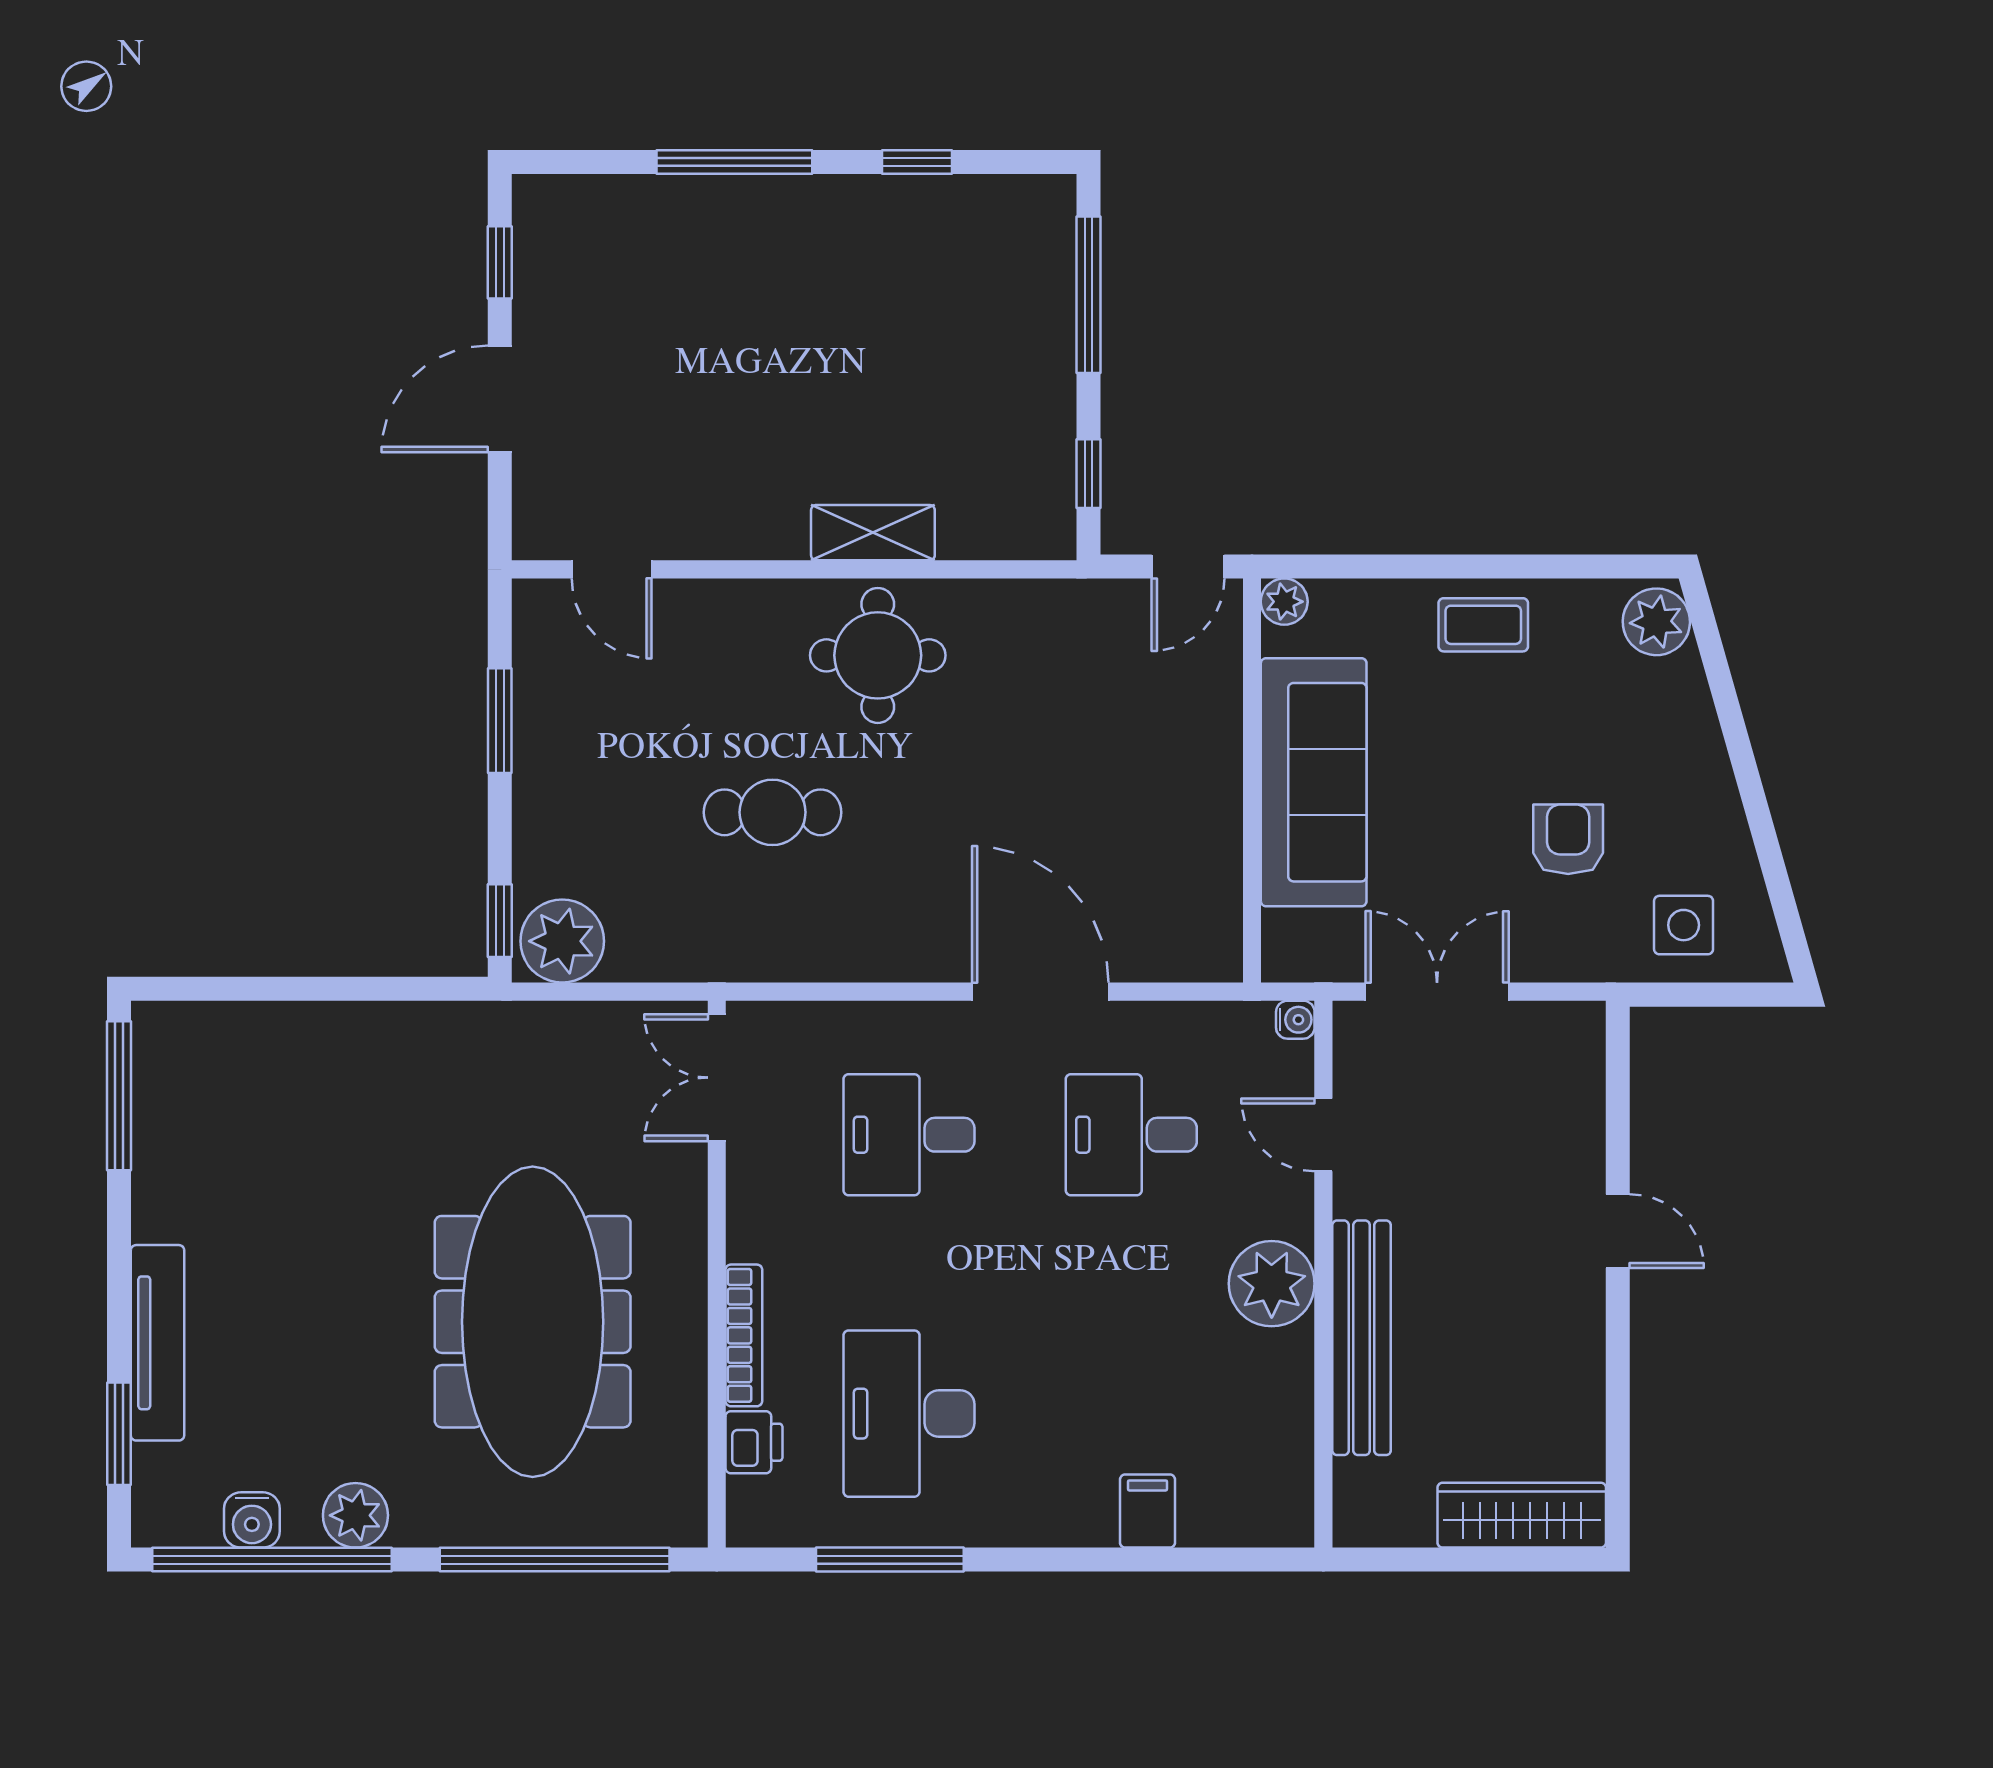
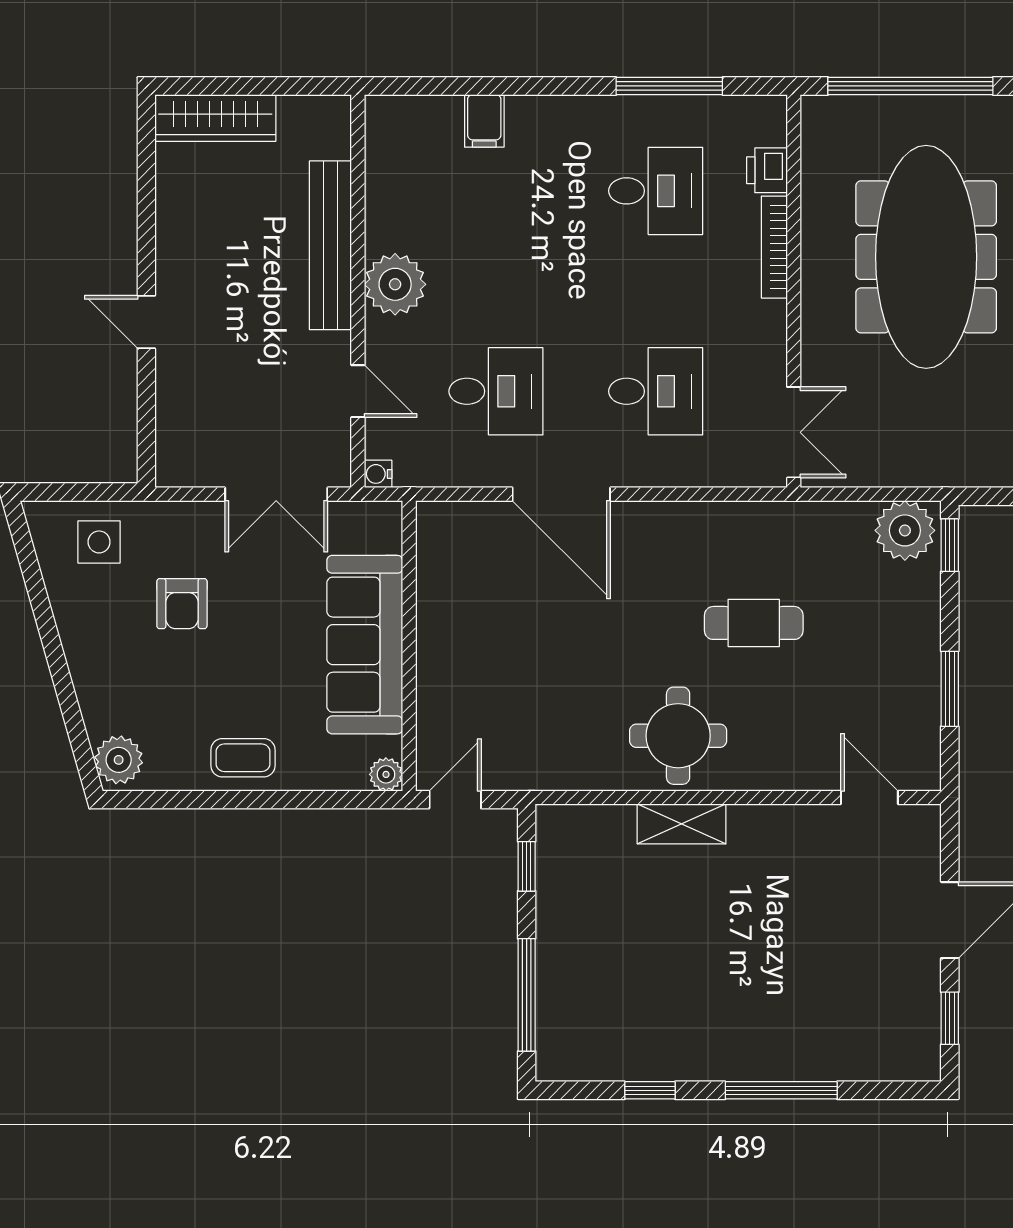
desk: (909, 1414) -> (656, 191), width x0.73

